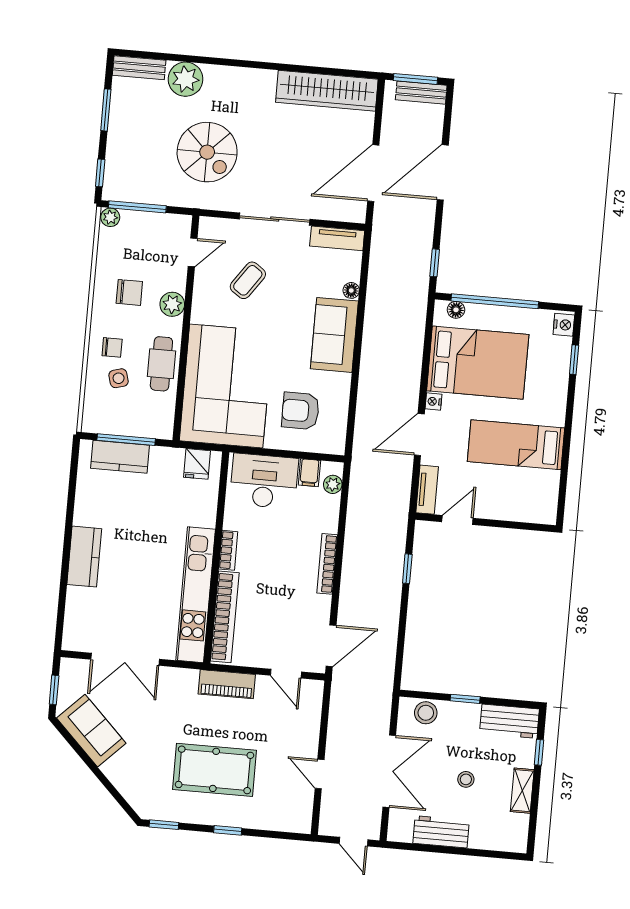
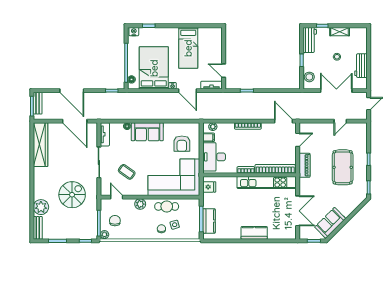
chair: (129, 292) -> (115, 221), moved

